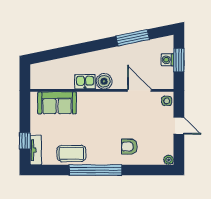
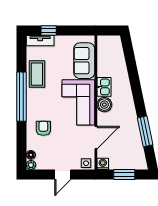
washing machine: (167, 60) -> (103, 164), moved
corner sofa: (102, 109) -> (78, 102), added
floor lamp: (158, 160) -> (31, 155), added

